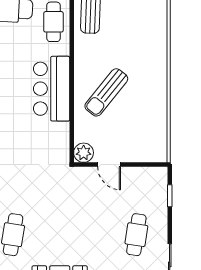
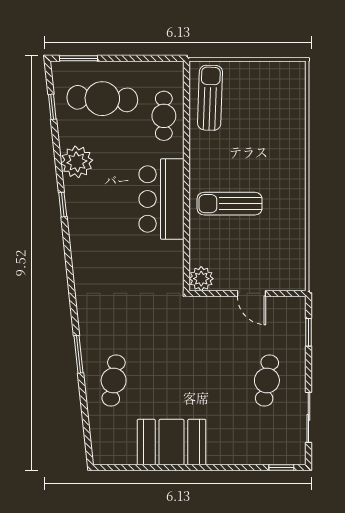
sun lounger: (106, 92) -> (230, 204), turned 51
door: (109, 165) -> (252, 293), moved

